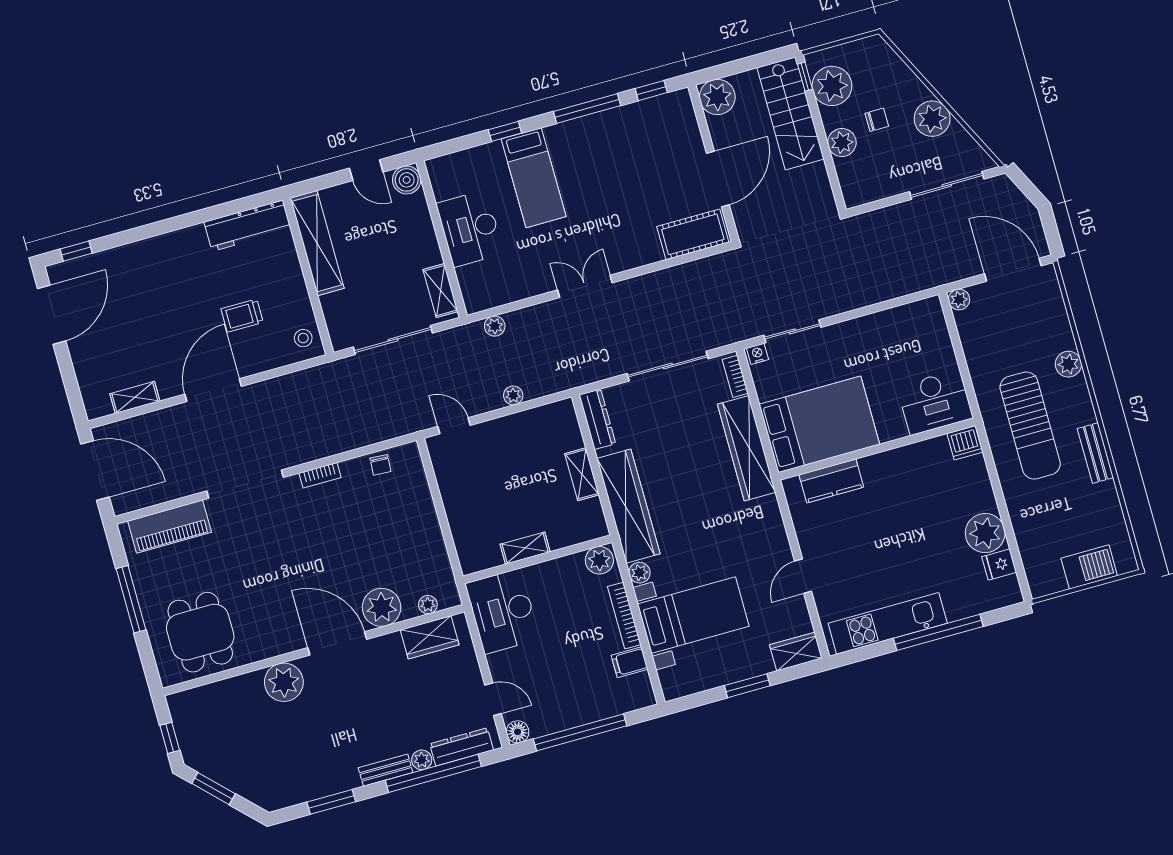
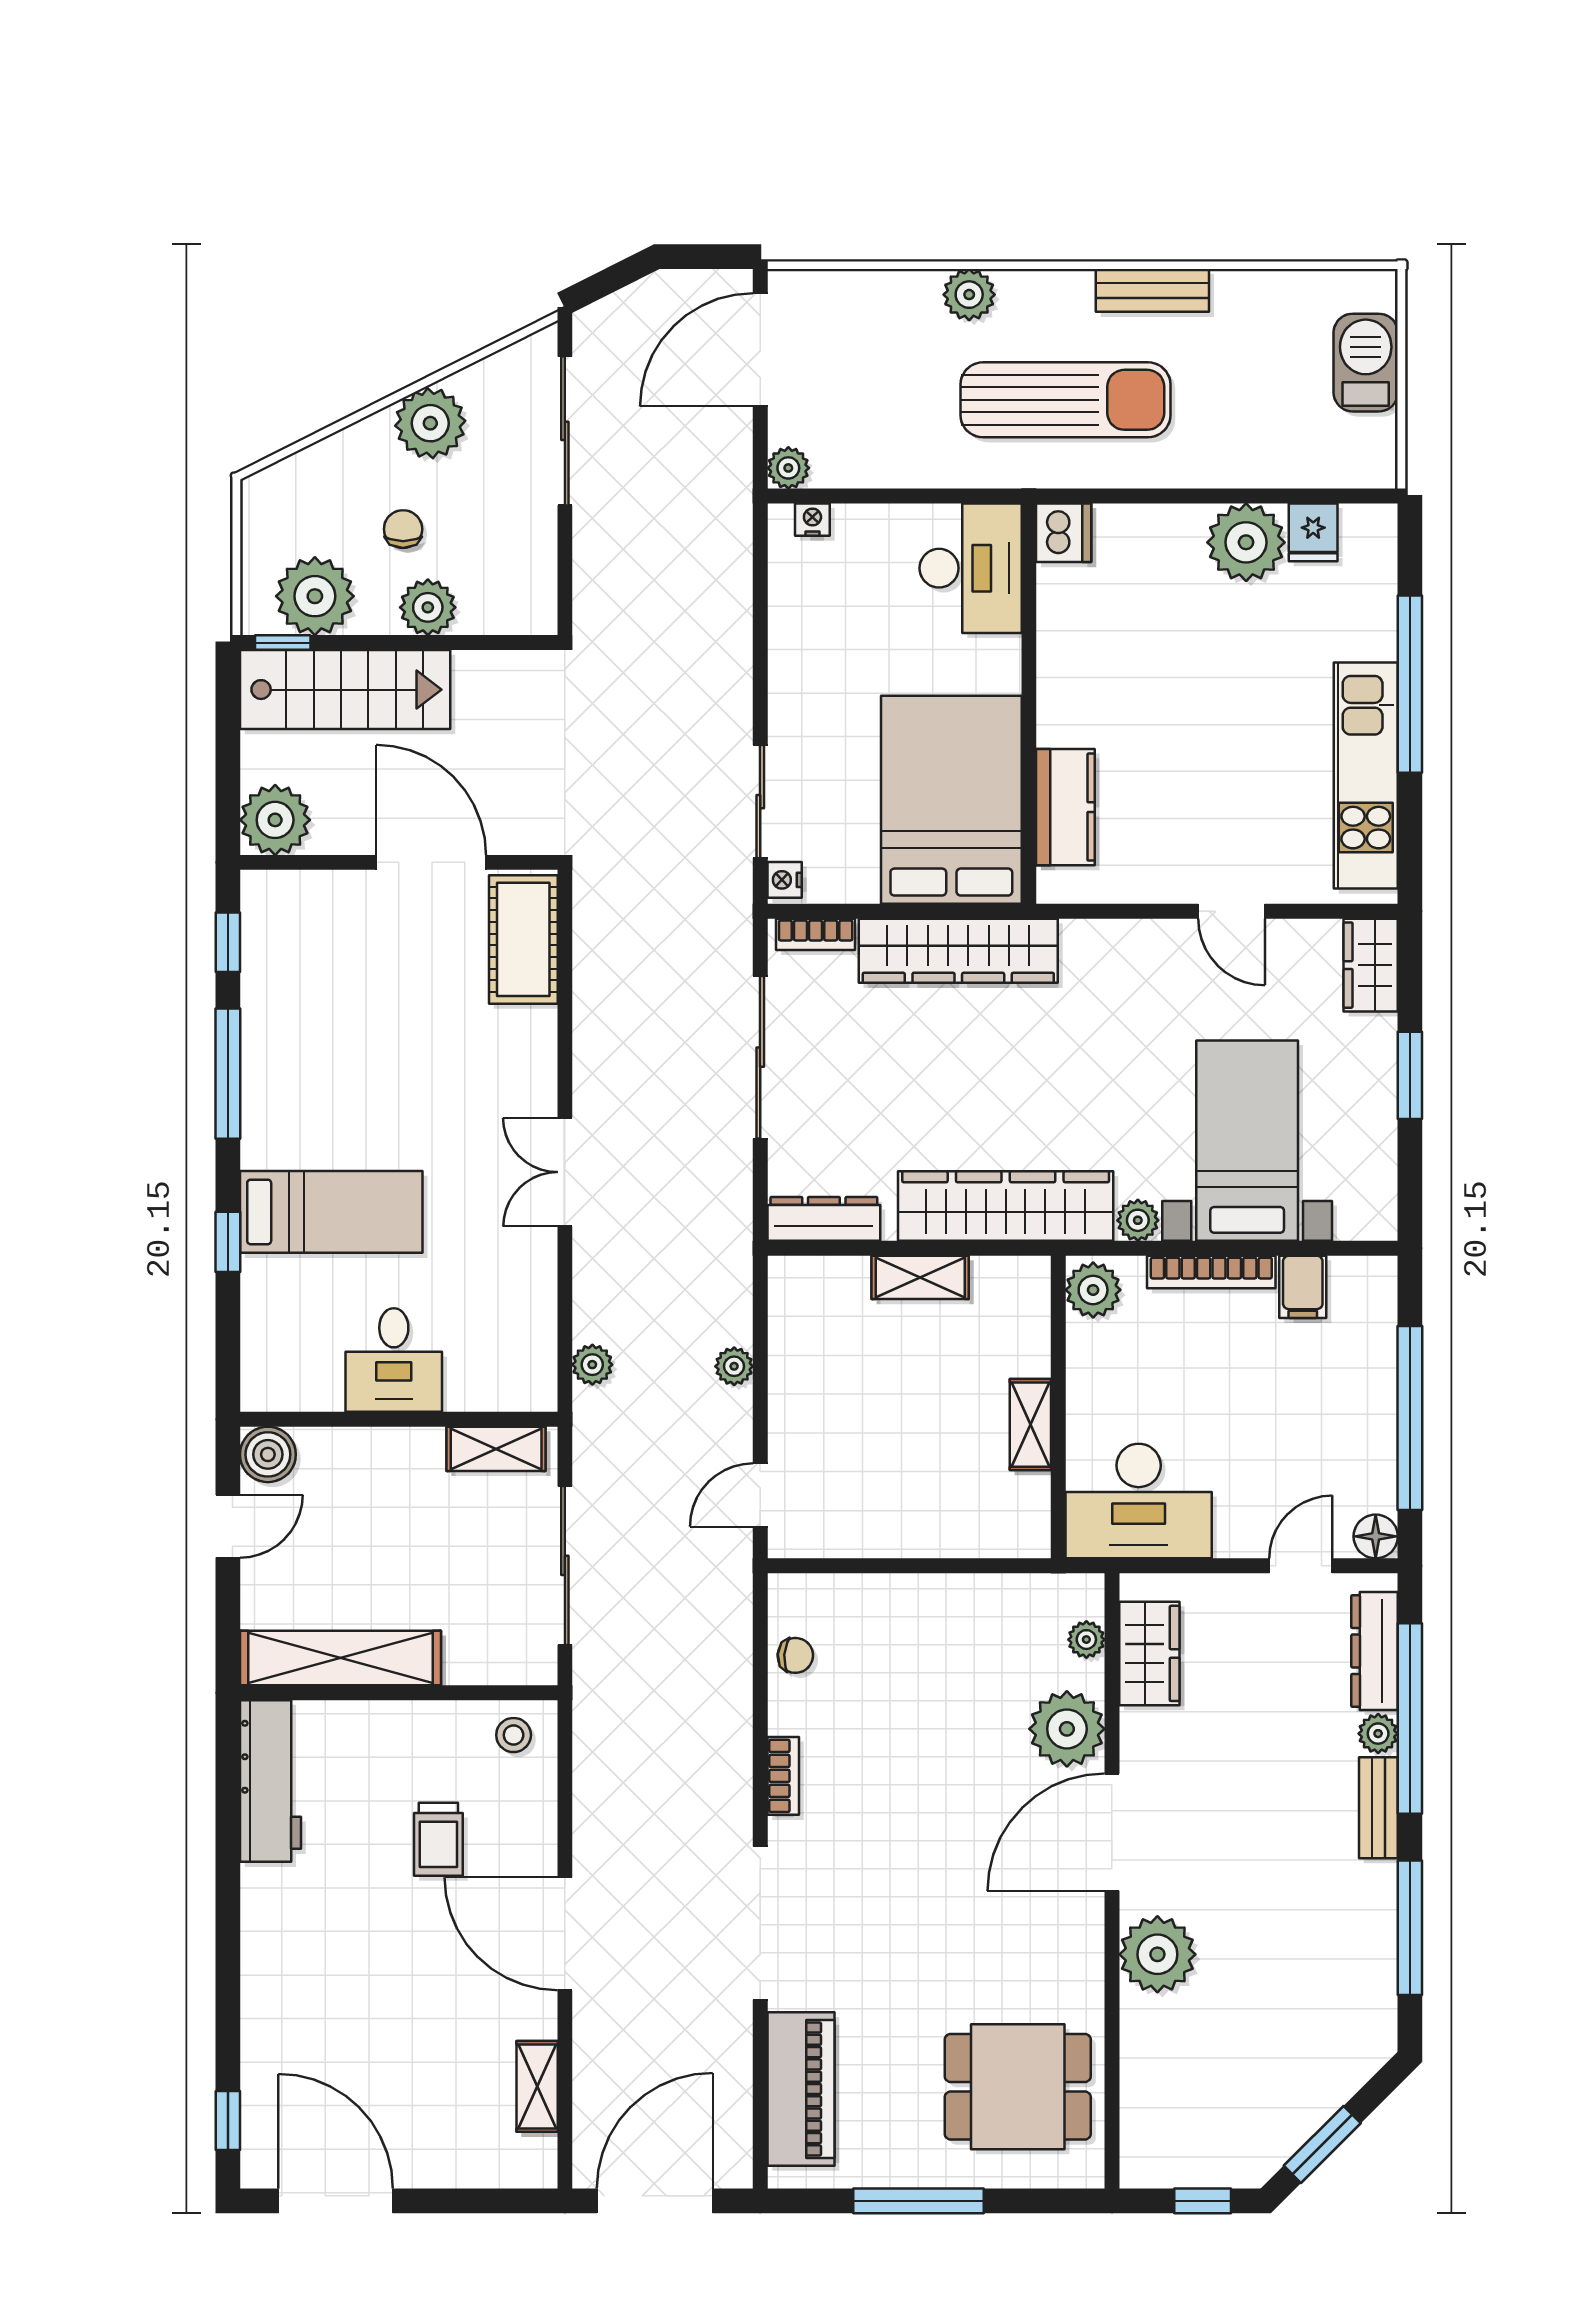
desk: (470, 229) -> (394, 1360), width x0.73
nightstand: (937, 318) -> (812, 520), added
window: (331, 802) -> (1410, 1928), width x1.44

